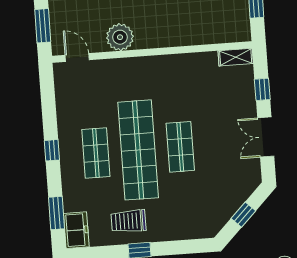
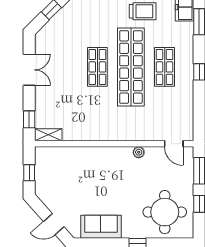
plant: (120, 37) -> (139, 152), width x0.53, depth x0.53
window: (262, 89) -> (29, 119), moved

